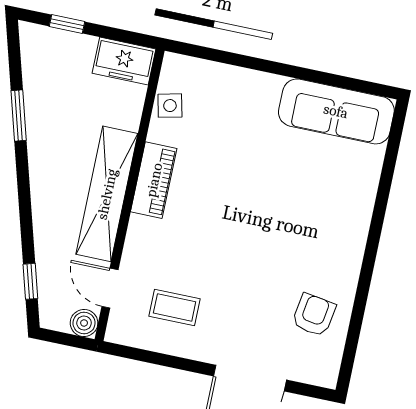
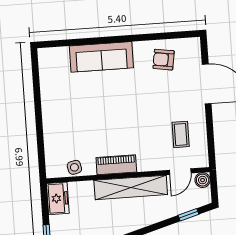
sofa: (336, 111) -> (101, 57), moved, turned 90

